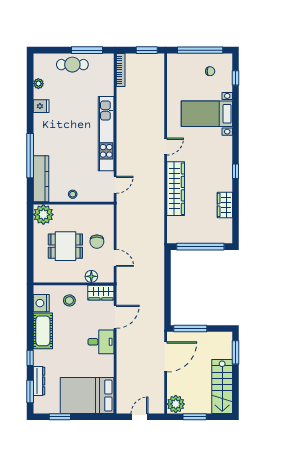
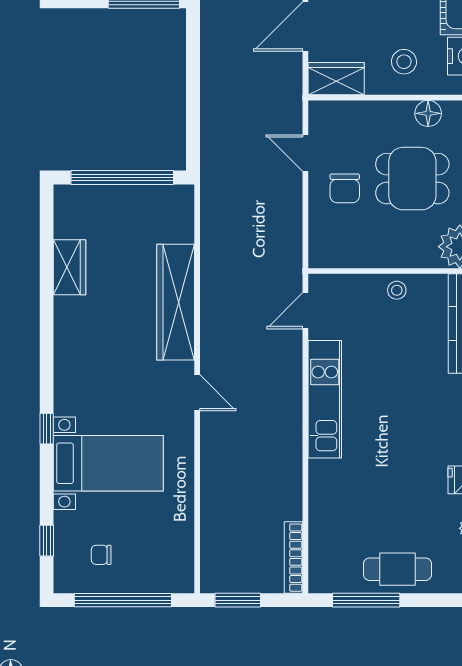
kitchen unit: (106, 134) -> (325, 399), width x0.73
door: (166, 147) -> (197, 393), swing flipped
window: (235, 171) -> (47, 429), moved
chair: (97, 242) -> (345, 188), turned 180
floor lamp: (91, 276) -> (428, 113), moved

